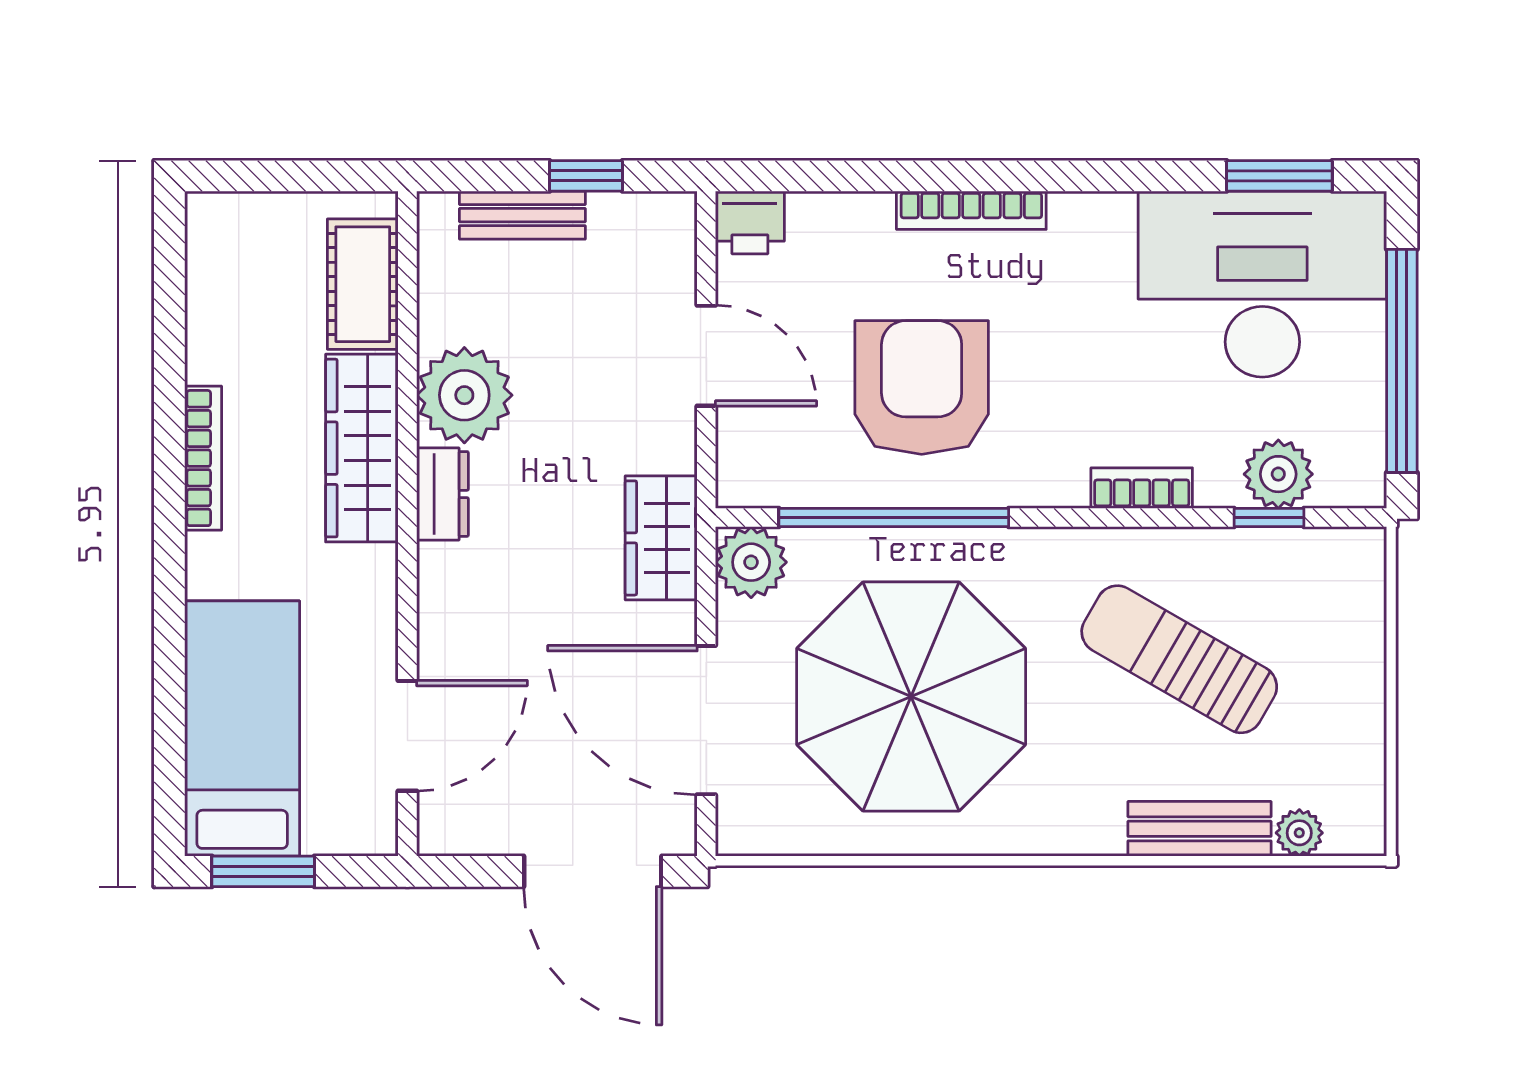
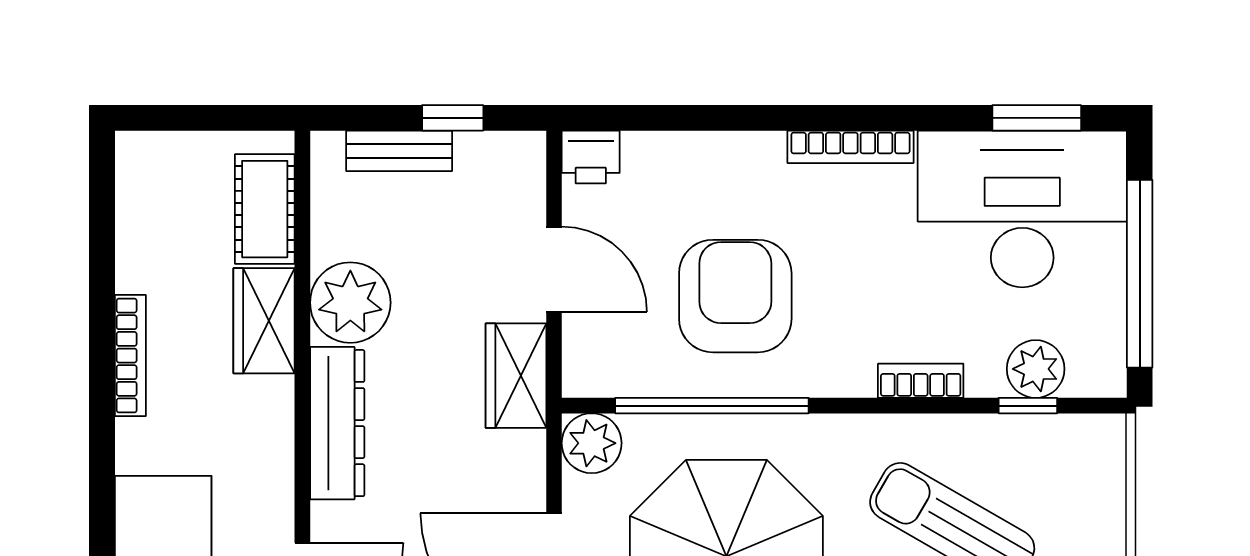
bookcase: (971, 210) -> (850, 147), moved
wardrobe: (362, 448) -> (264, 321), width x0.67
dresser: (442, 494) -> (337, 423), width x1.96, depth x1.24
wardrobe: (661, 538) -> (516, 376), moved

